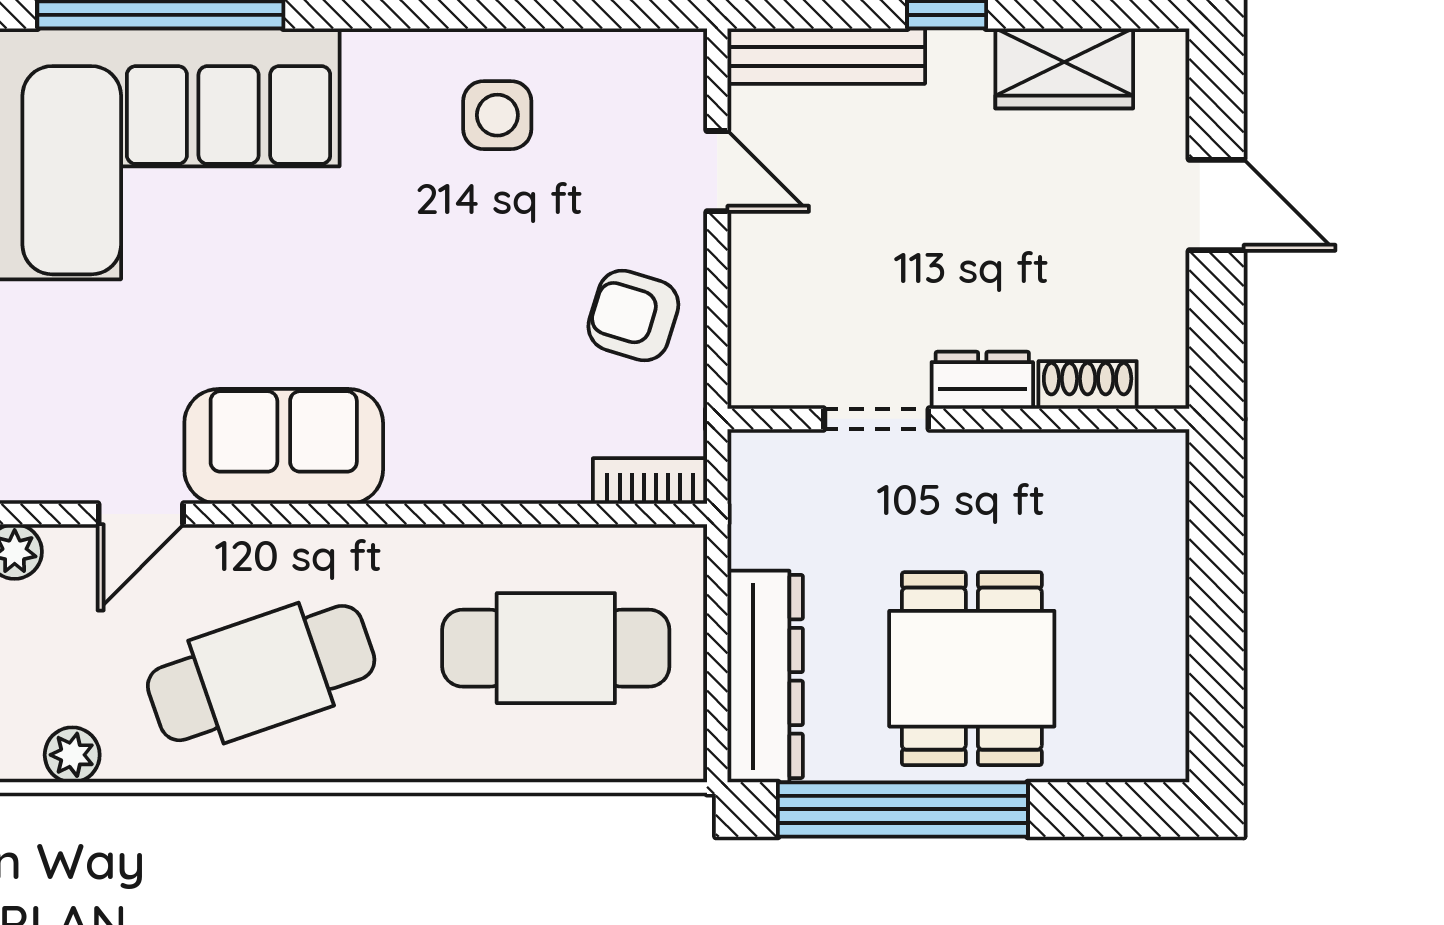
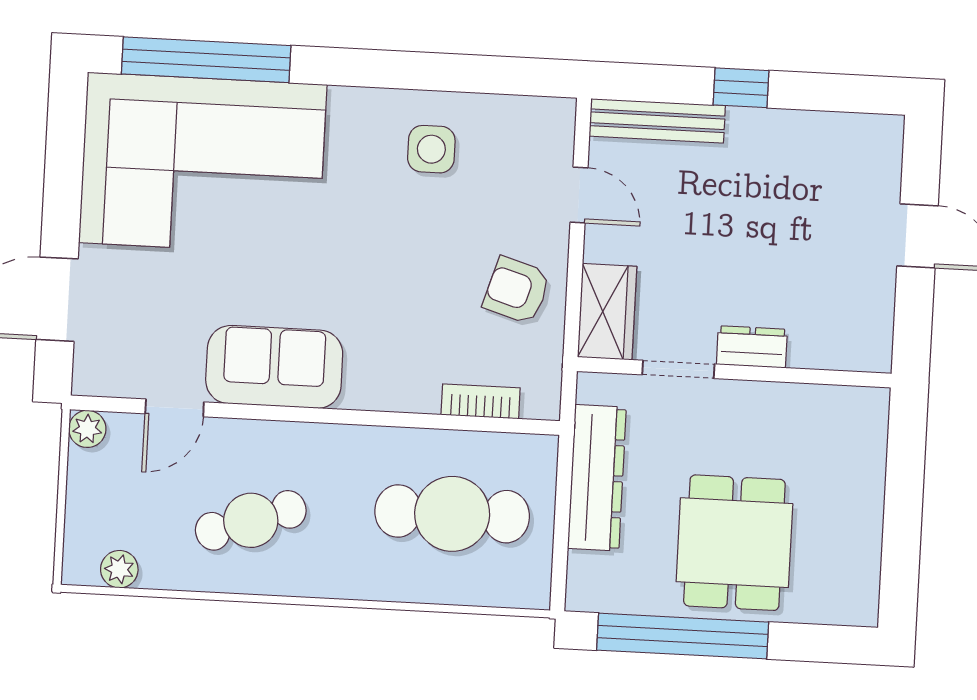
wardrobe: (1064, 68) -> (607, 312), moved, turned -90
shoe rack: (1088, 385) -> (823, 354), removed
bookcase: (650, 481) -> (481, 401), moved
cafe table: (261, 673) -> (251, 520), width x0.73, depth x0.74
dresser: (765, 676) -> (597, 478), moved

